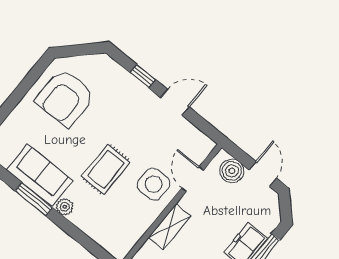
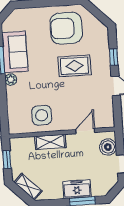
rug: (106, 169) -> (75, 66), moved
side table: (154, 184) -> (42, 115), moved

